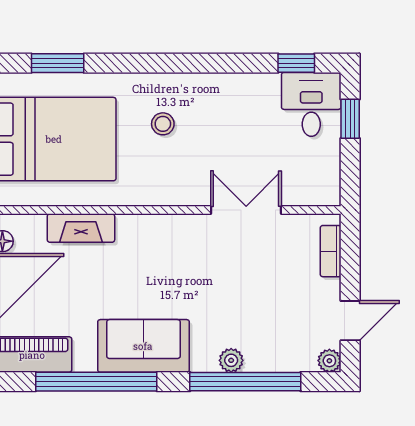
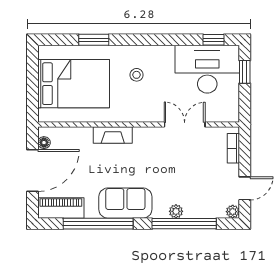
window: (58, 63) -> (94, 40), moved
desk: (311, 104) -> (207, 69), width x1.87, depth x1.30
fireplace: (81, 228) -> (113, 135), moved

